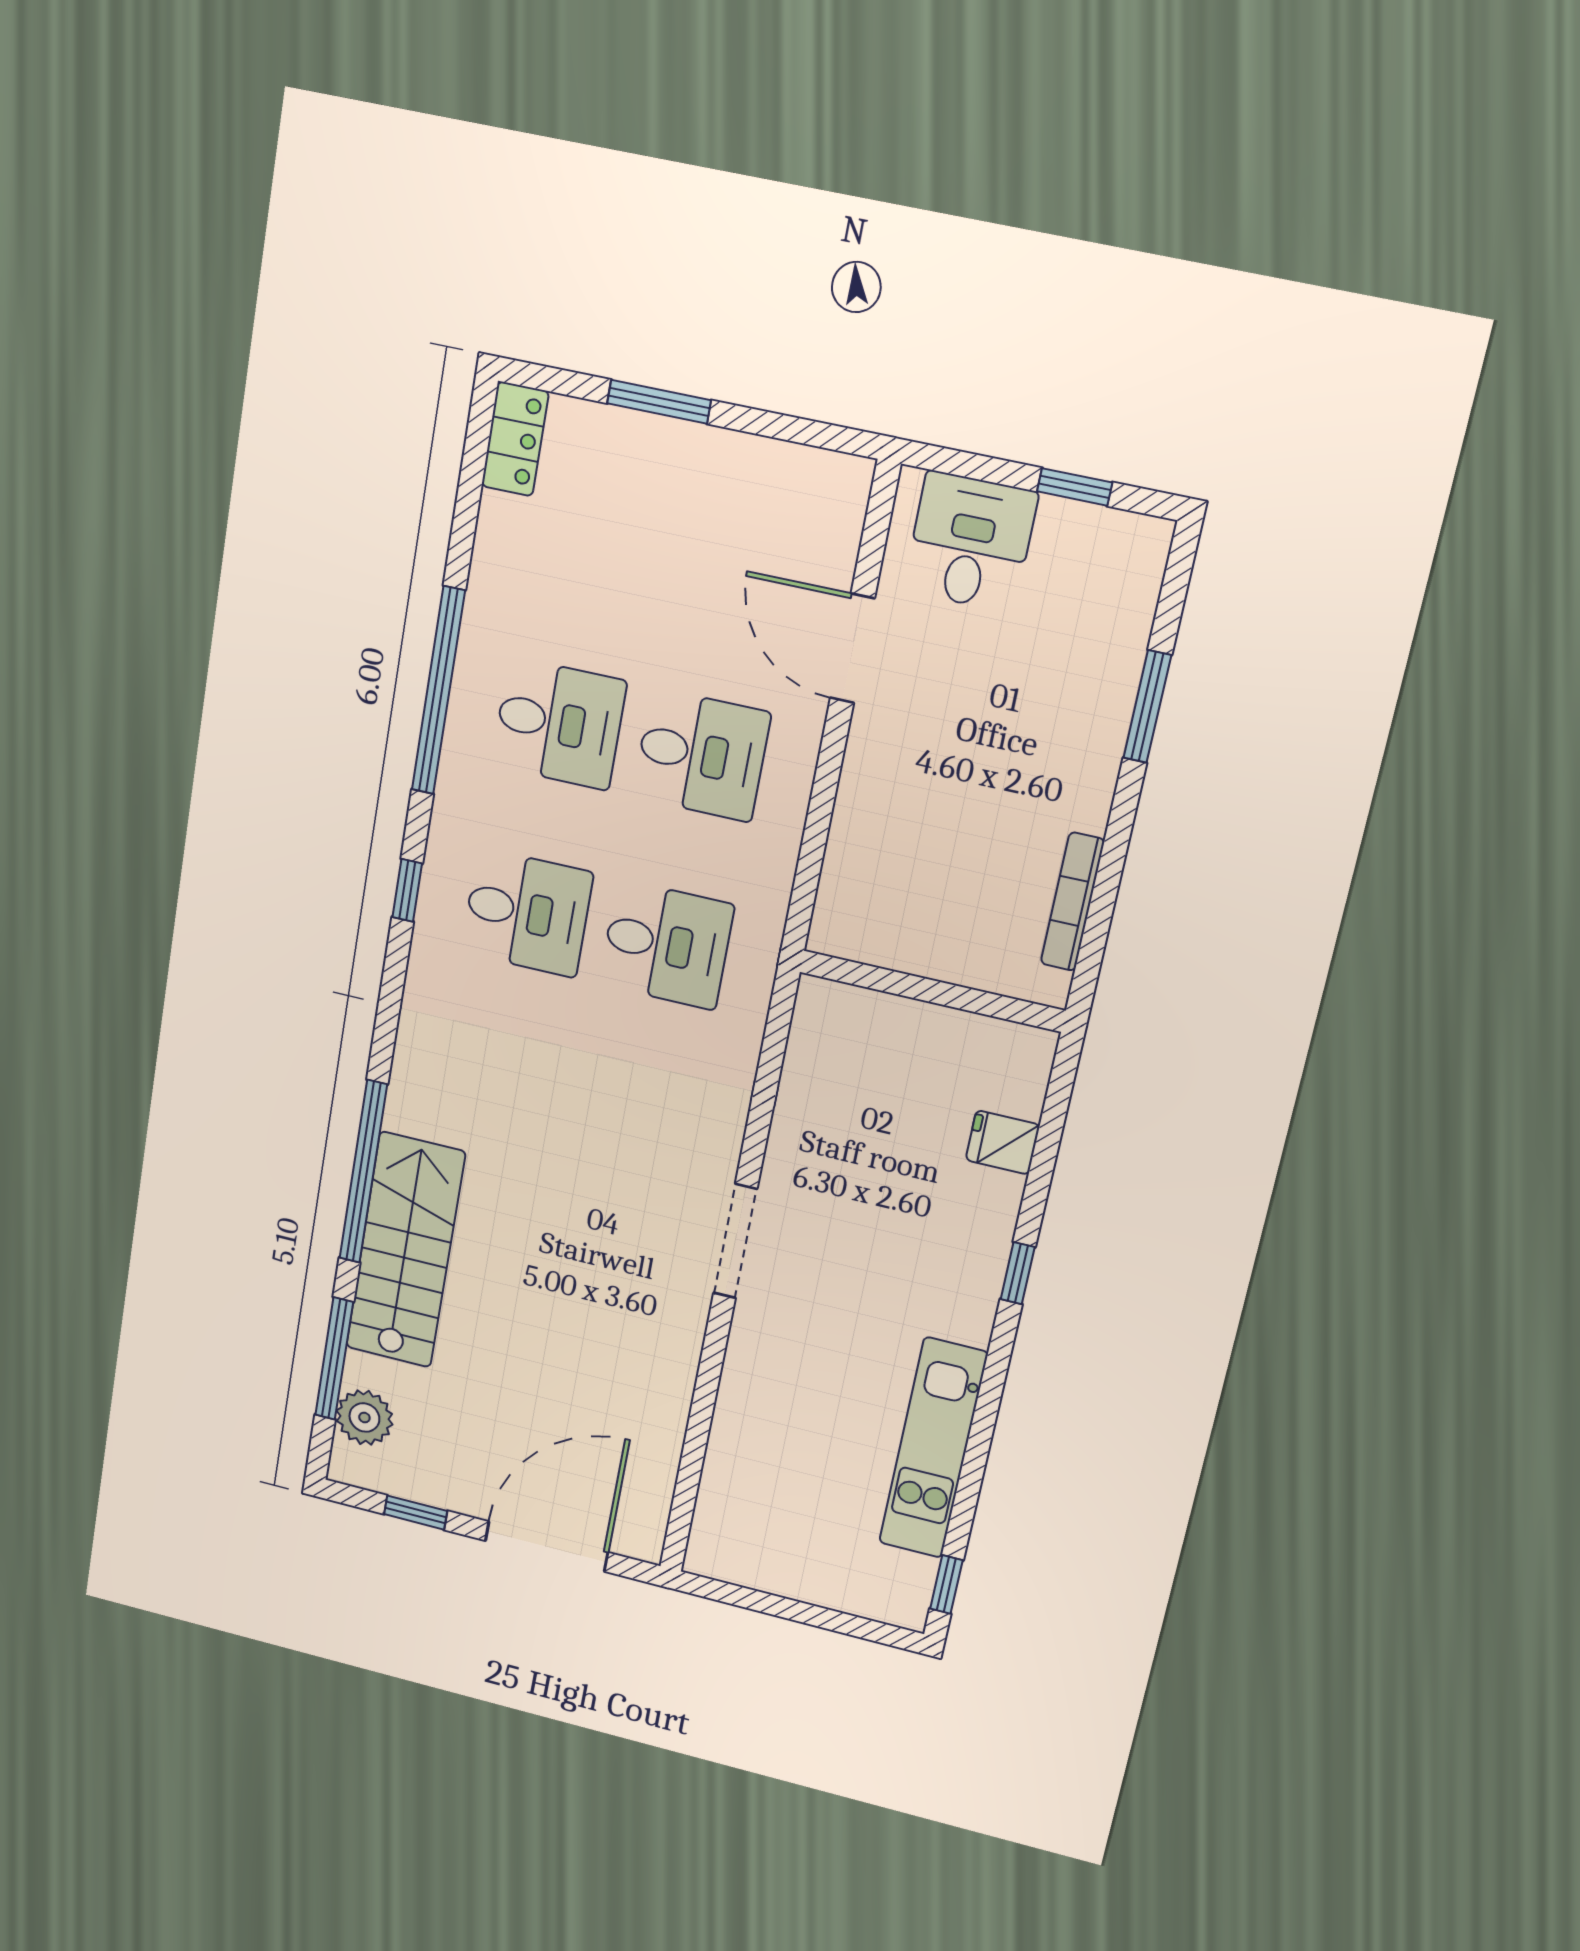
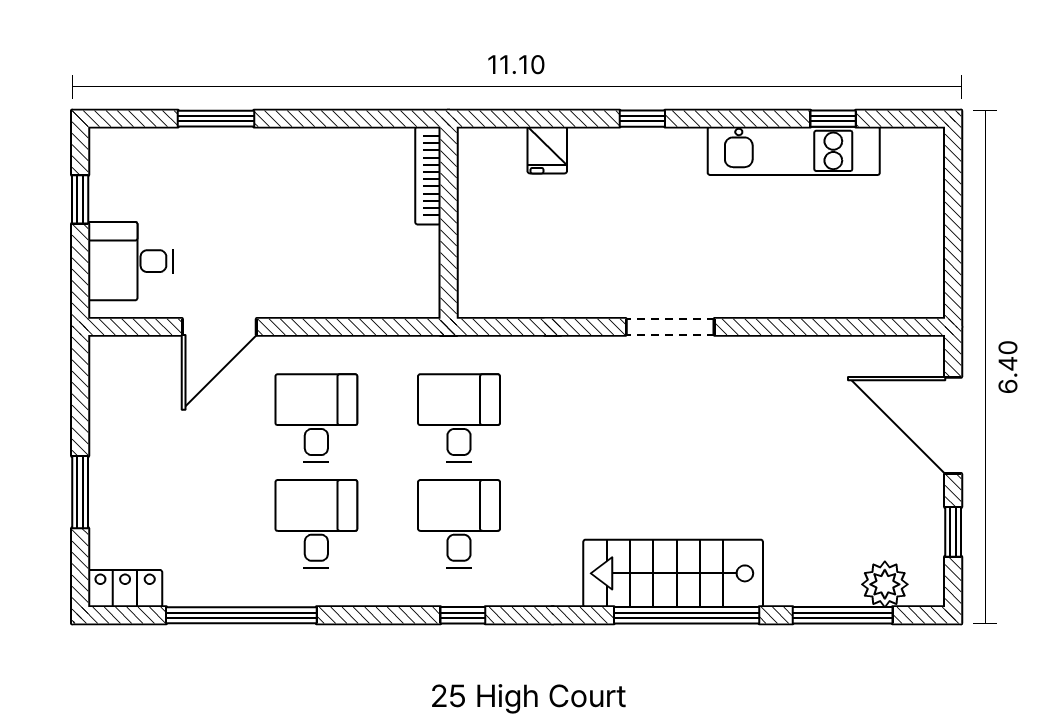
window: (438, 691) -> (241, 615), moved
bookcase: (1073, 902) -> (428, 176), moved, turned 90
stairs: (405, 1250) -> (673, 573), moved
window: (946, 1585) -> (833, 119), moved

